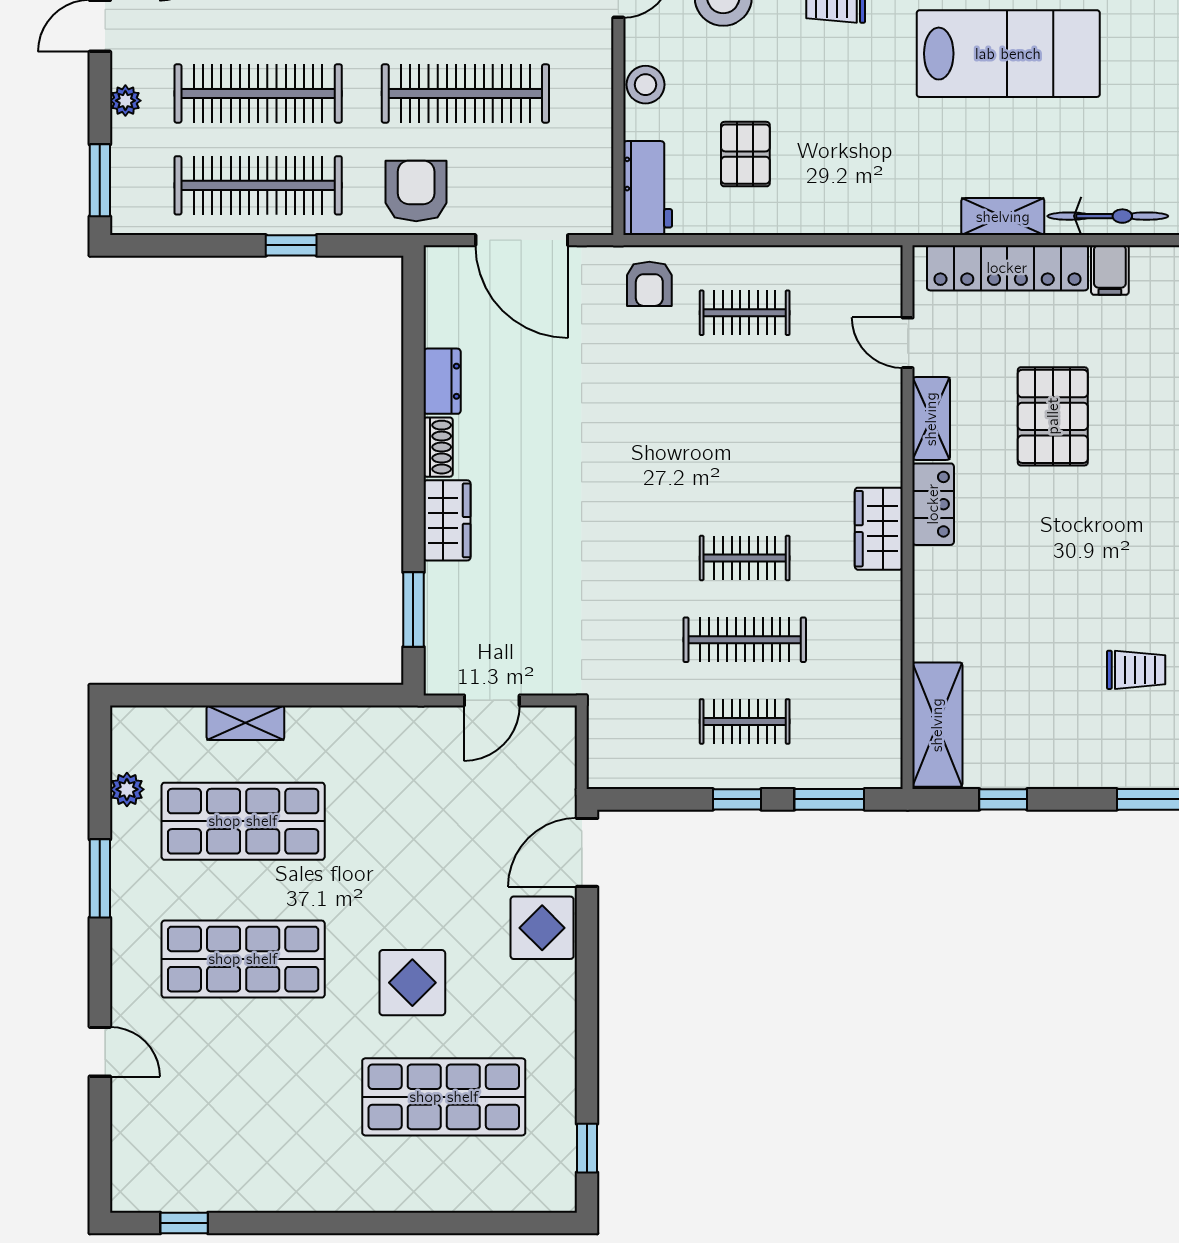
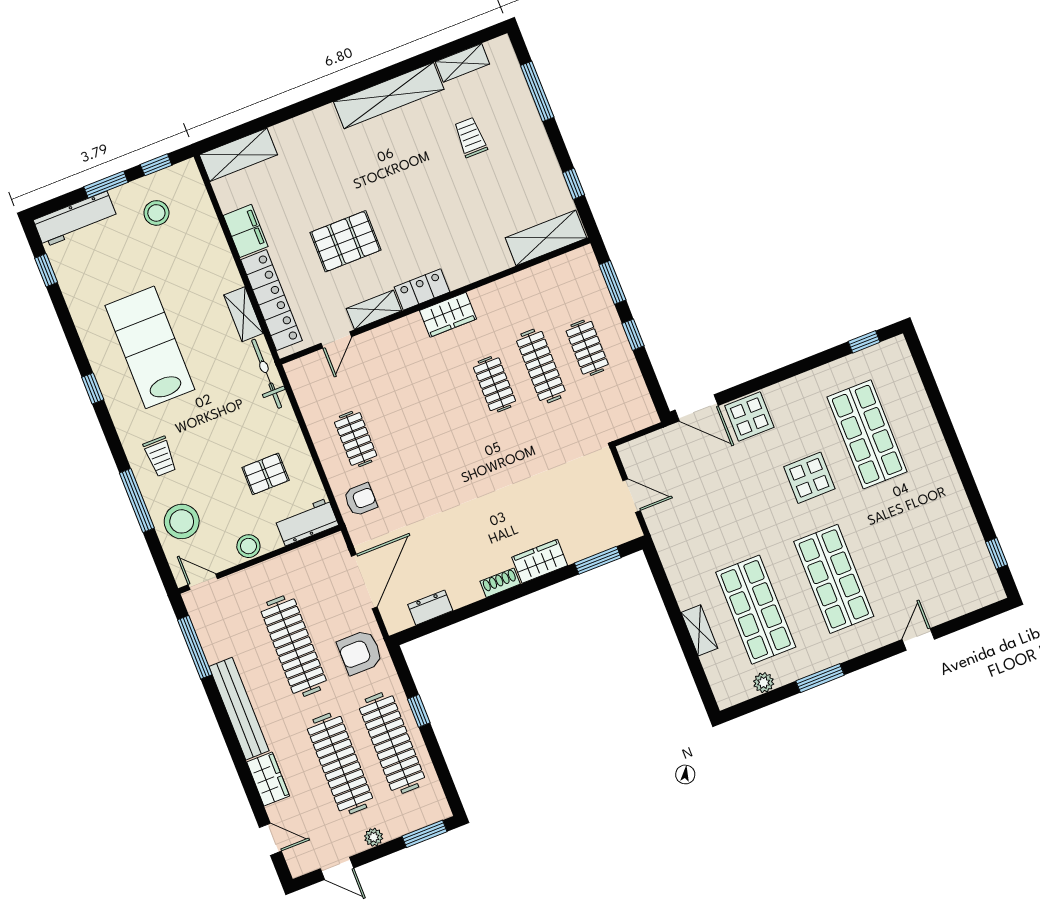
bicycle: (1108, 216) -> (267, 374), moved
filing cabinet: (1110, 270) -> (246, 231), width x2.00
dresser: (442, 381) -> (430, 608), moved

